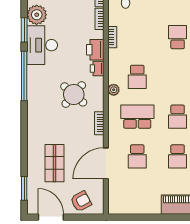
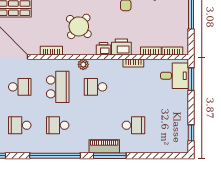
school desk: (137, 156) -> (20, 87), turned 180

